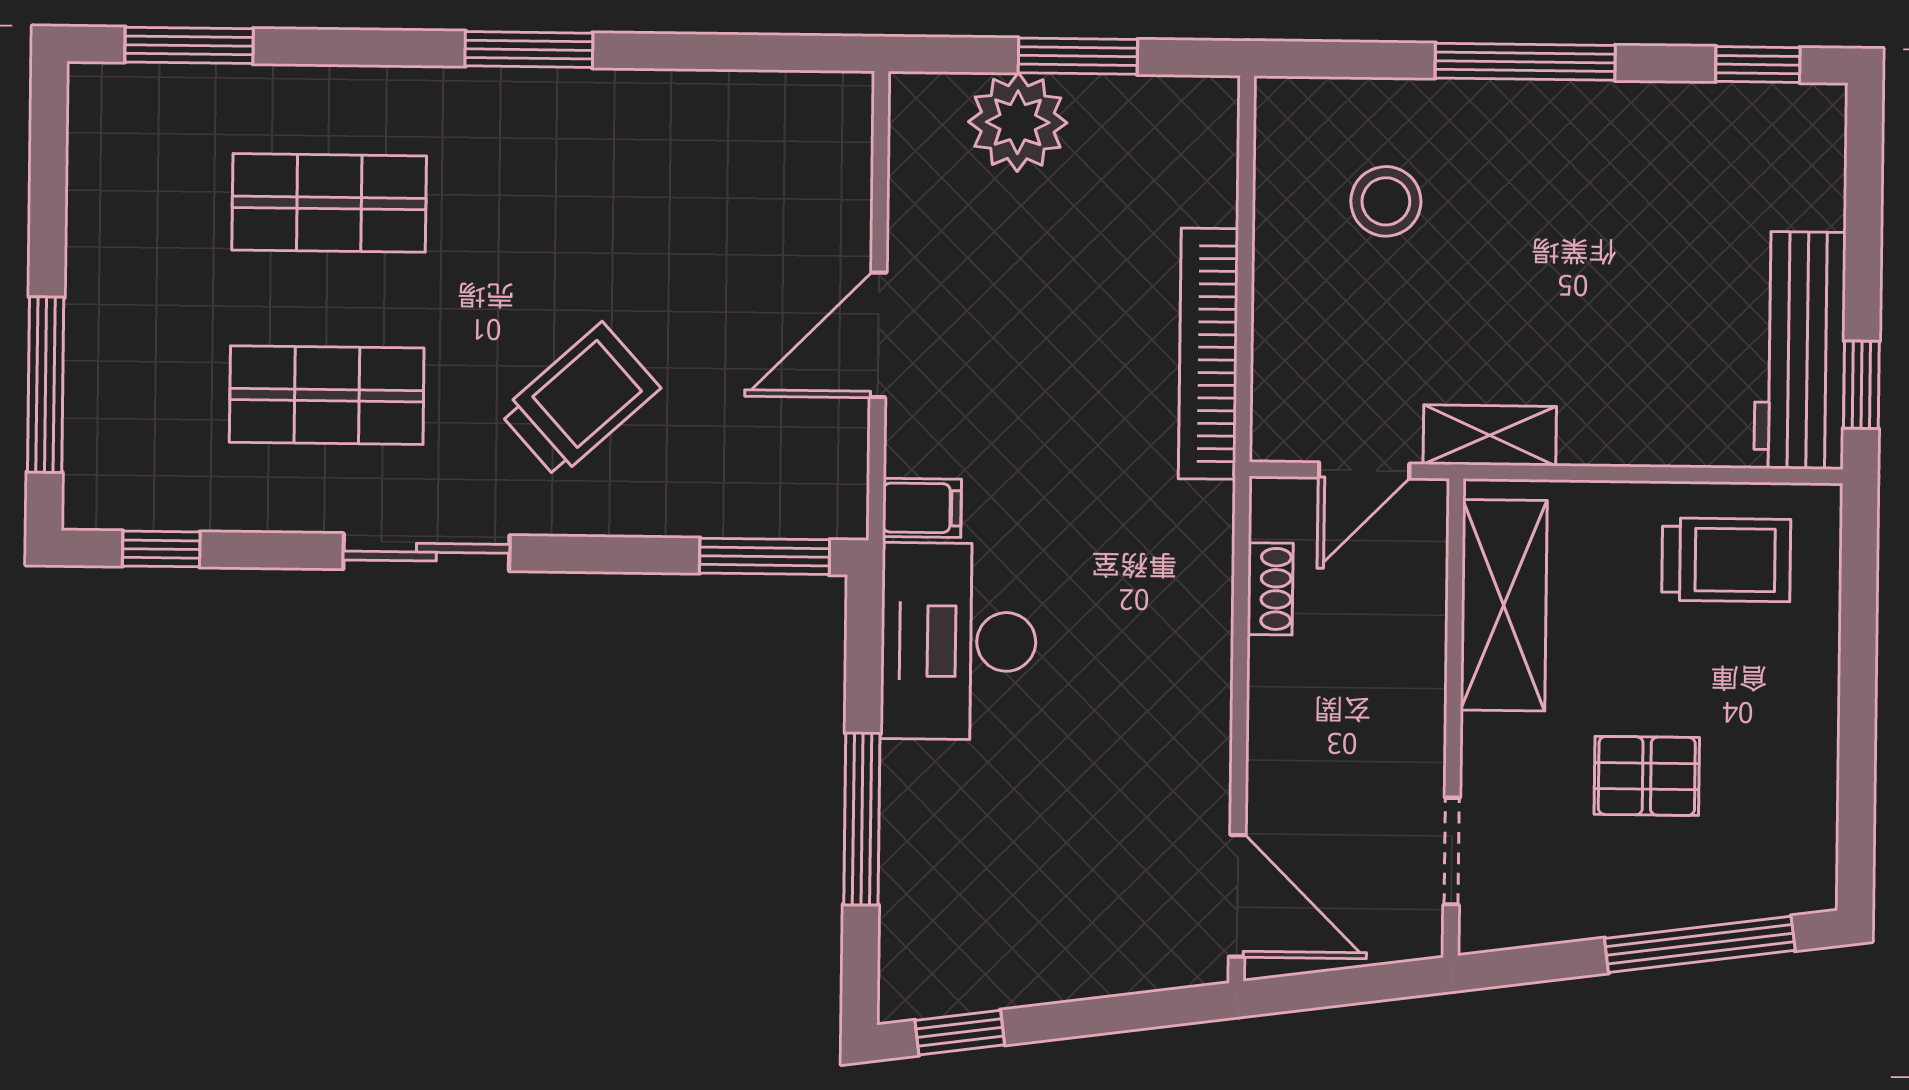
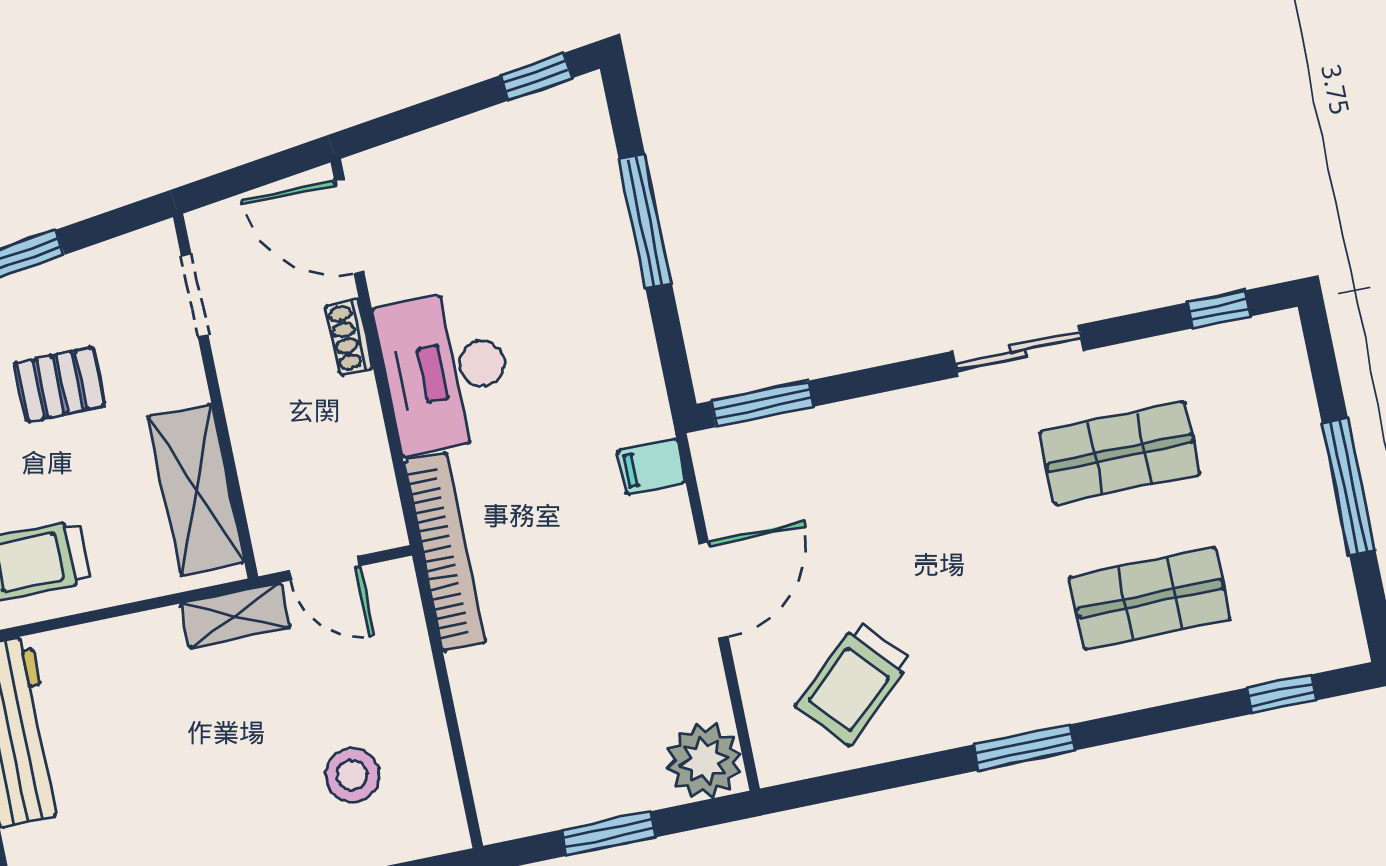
window: (189, 45) -> (1282, 694), width x0.67
plant: (1018, 122) -> (704, 761), moved
bookcase: (1208, 354) -> (445, 552), moved
window: (46, 385) -> (1349, 487), moved
trolley: (580, 400) -> (853, 684), moved
door: (1364, 470) -> (324, 568), swing flipped
shoe rack: (1270, 589) -> (349, 337), moved
desk: (958, 641) -> (446, 371), moved, turned 180

